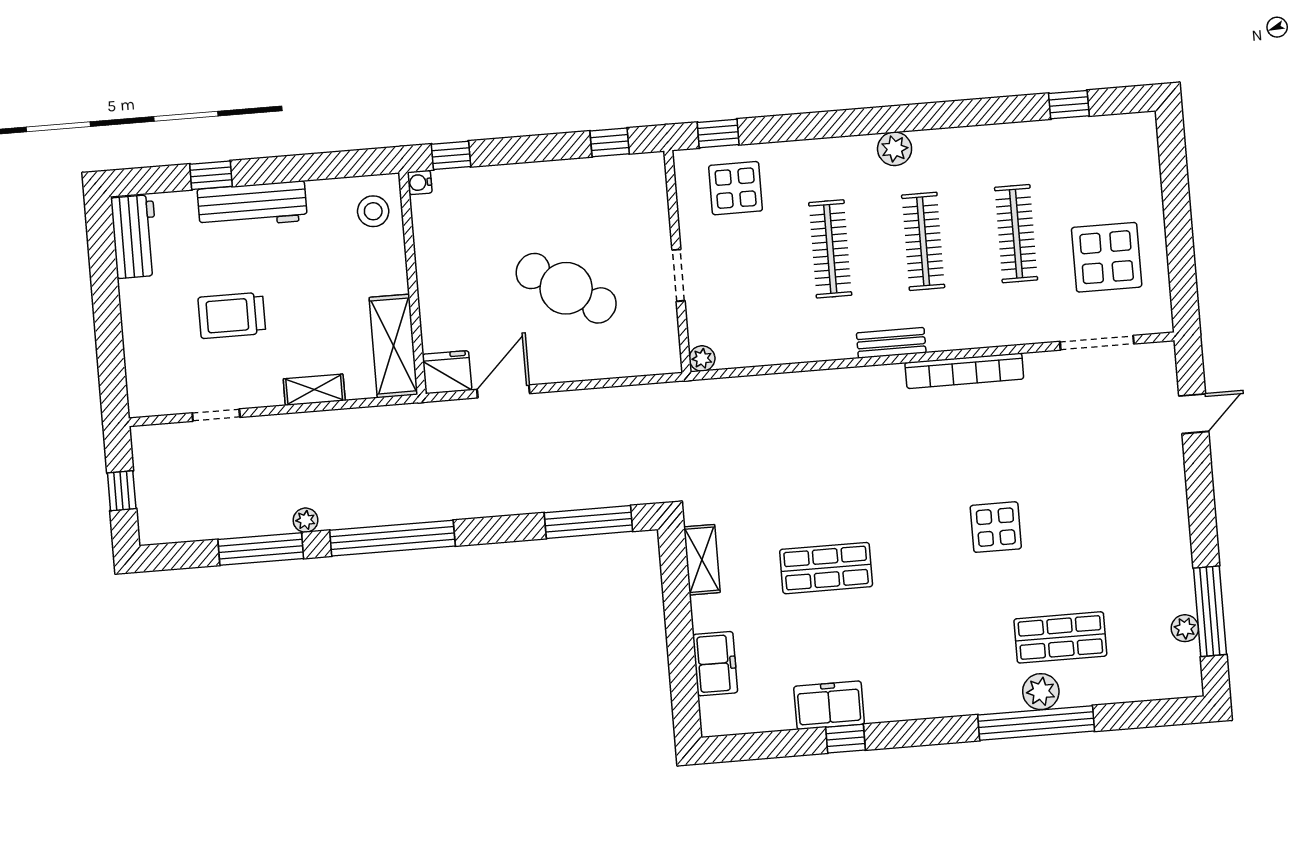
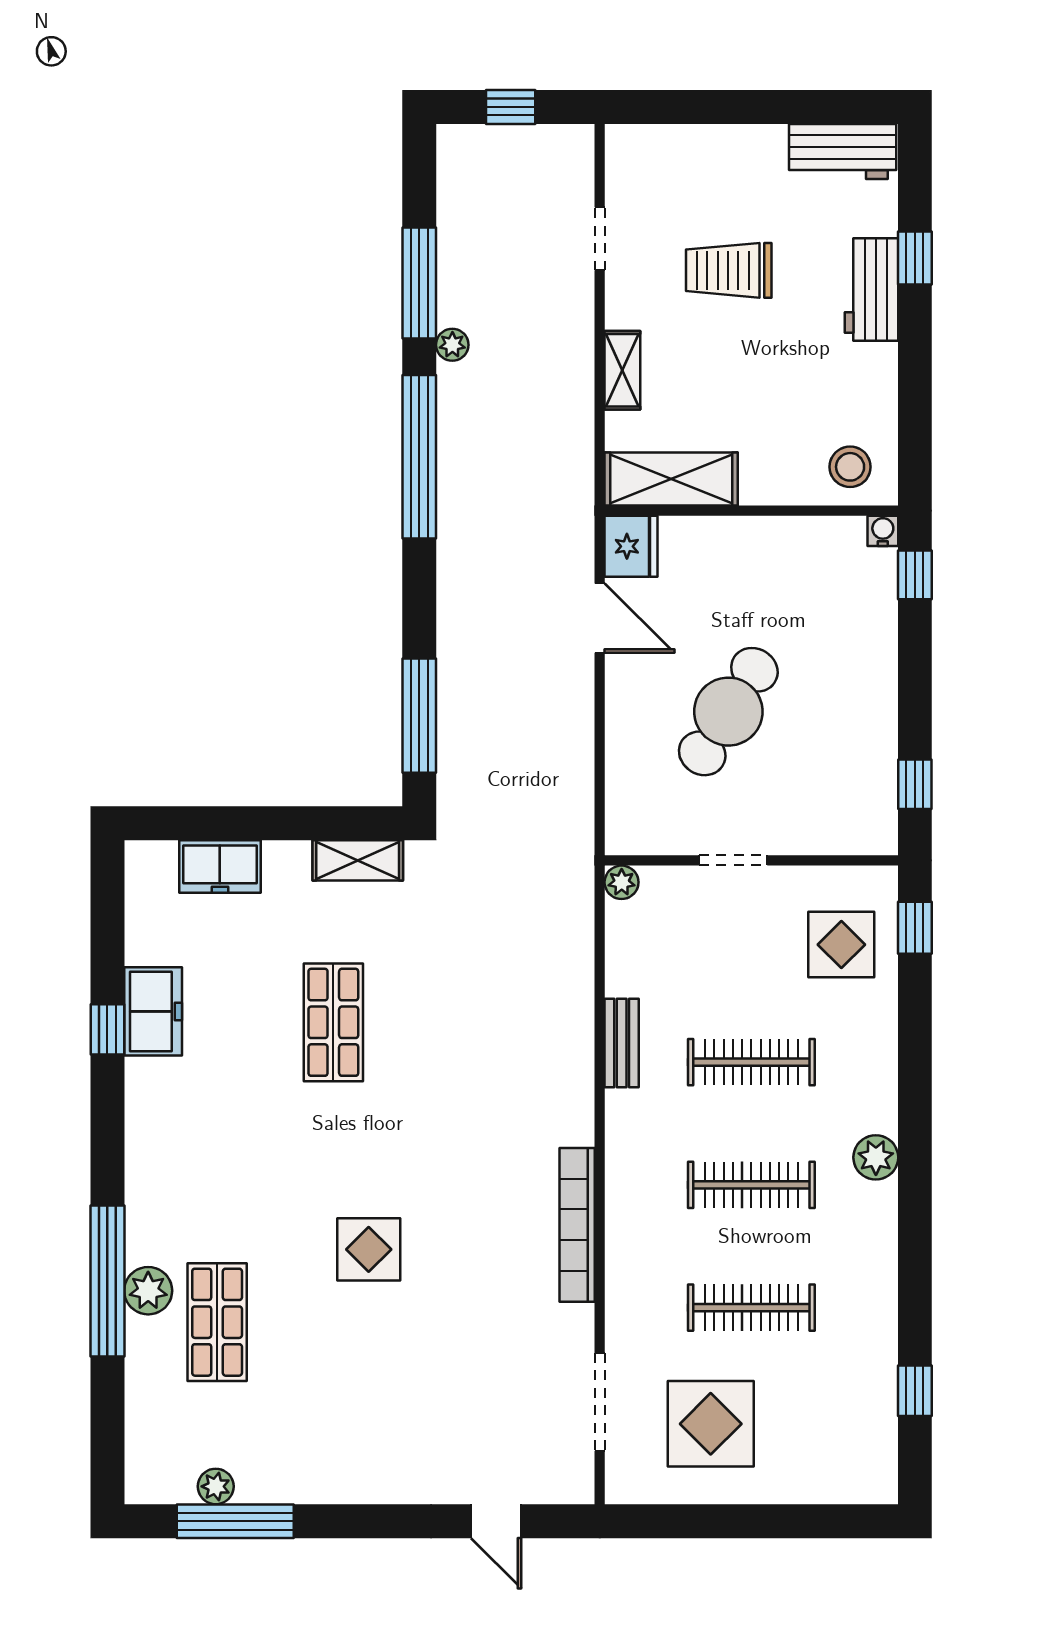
workbench: (252, 205) -> (871, 290), width x0.73
trolley: (232, 315) -> (729, 270), turned -90
bench: (891, 343) -> (622, 1043), moved

